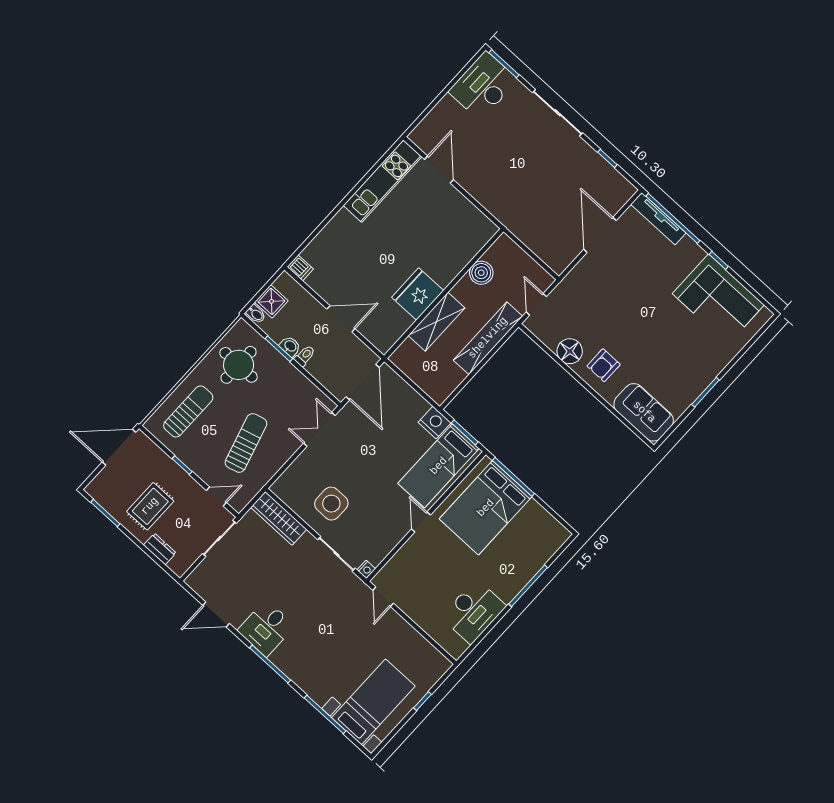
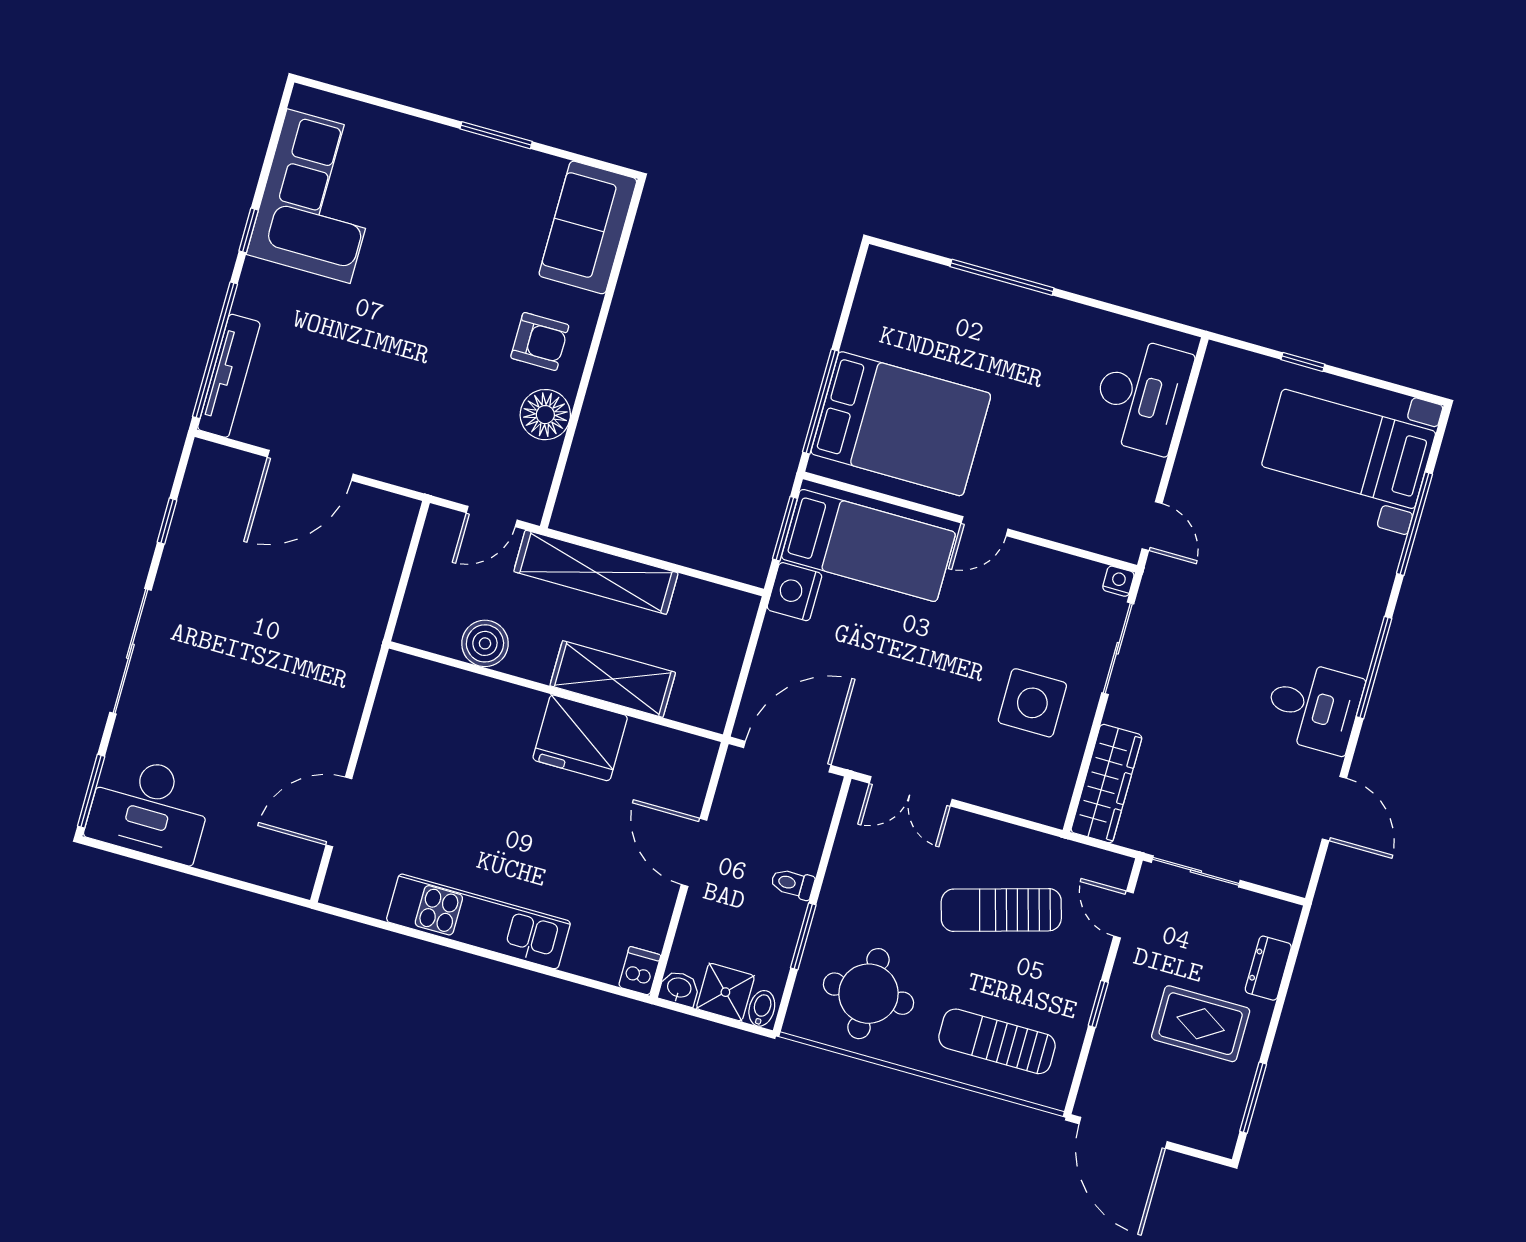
kitchen unit: (383, 181) -> (478, 921), moved
washbasin: (290, 346) -> (679, 988), moved, turned 90
door: (383, 597) -> (1152, 526), hinge flipped
desk: (474, 611) -> (1141, 395), moved, turned 90

